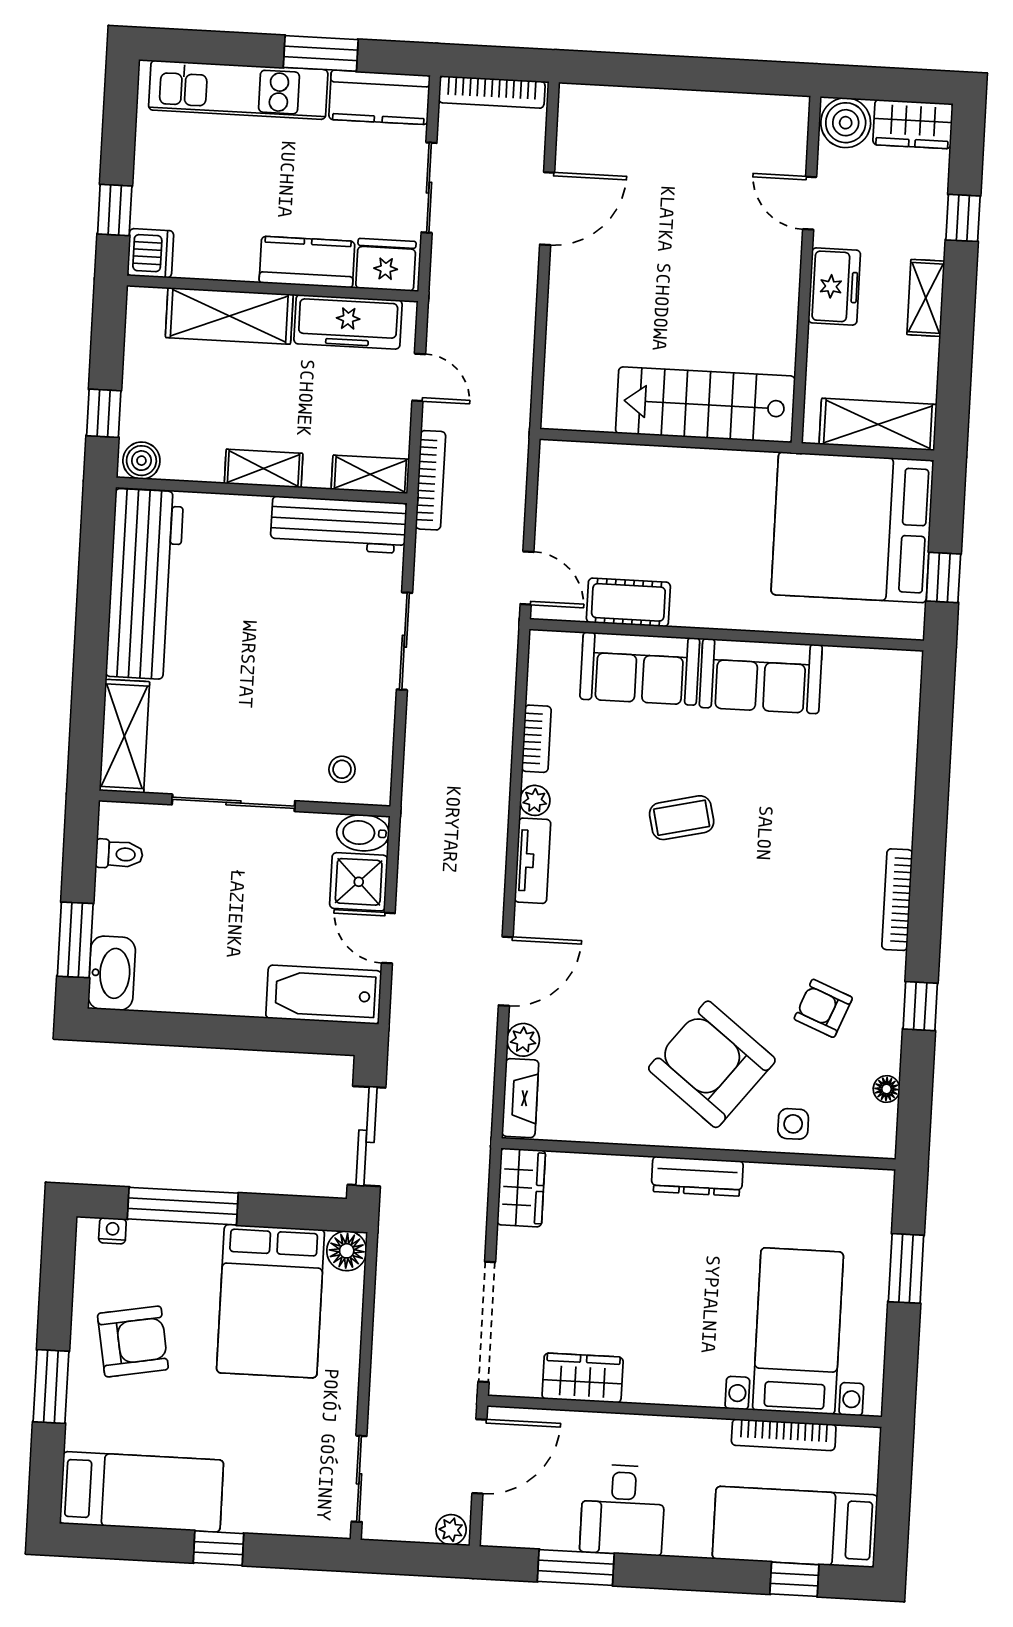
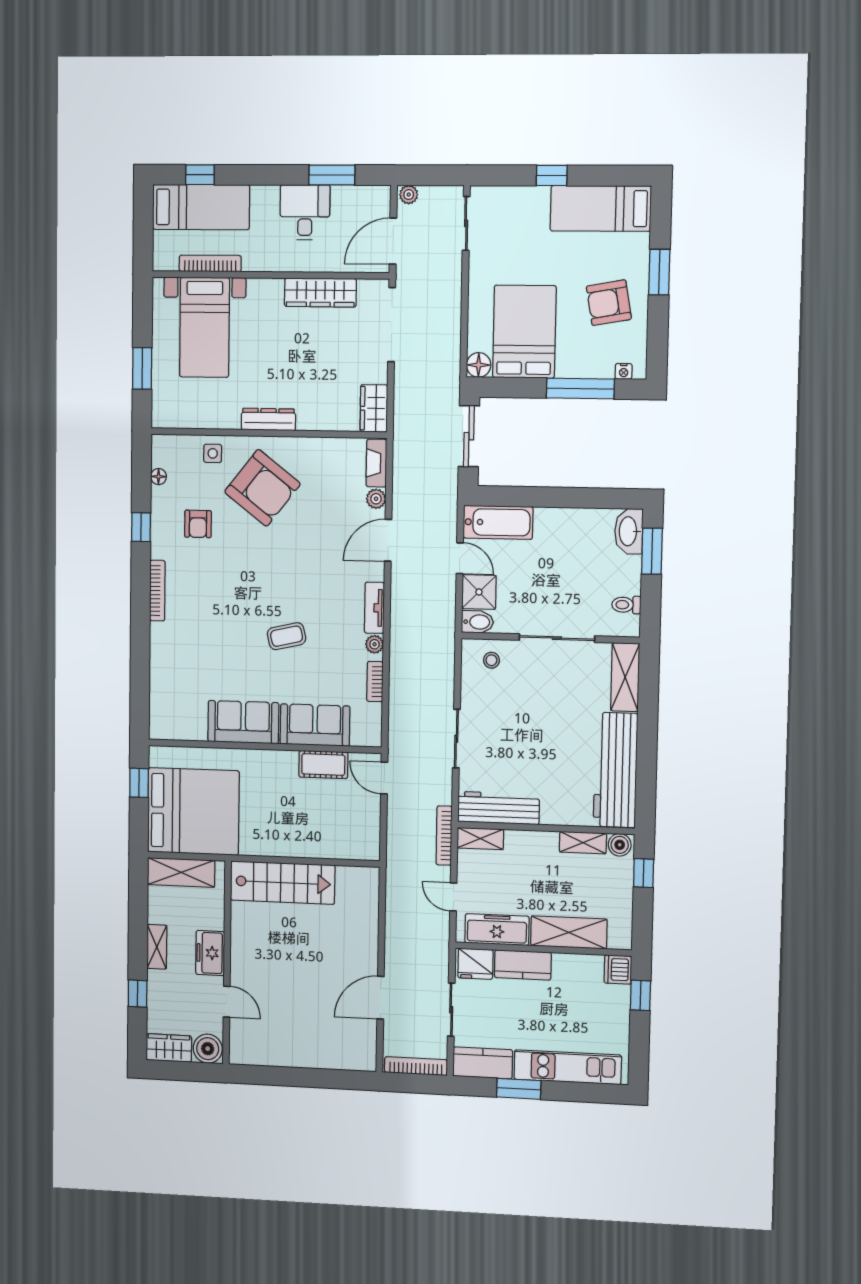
shelving: (264, 468) -> (583, 843), moved
armchair: (823, 1008) -> (198, 524), turned 68
wardrobe: (583, 1378) -> (320, 293), width x1.50

